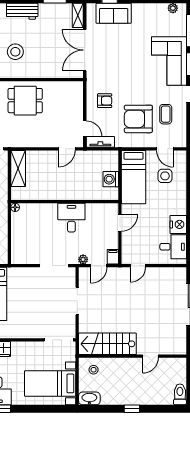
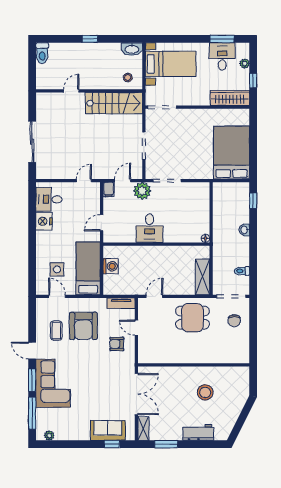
dining table: (25, 101) -> (192, 318), moved
armchair: (138, 119) -> (83, 326), turned 90
door: (85, 129) -> (136, 328), moved
plant: (83, 259) -> (142, 191), width x1.88, depth x1.88

